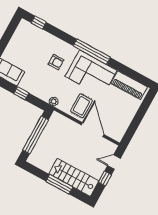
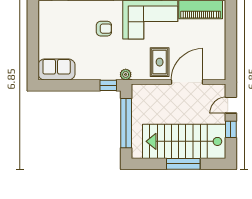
window: (21, 93) -> (108, 85), moved
door: (93, 130) -> (187, 82), hinge flipped
stairs: (74, 177) -> (184, 141), width x1.36, depth x1.51

